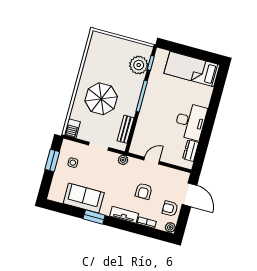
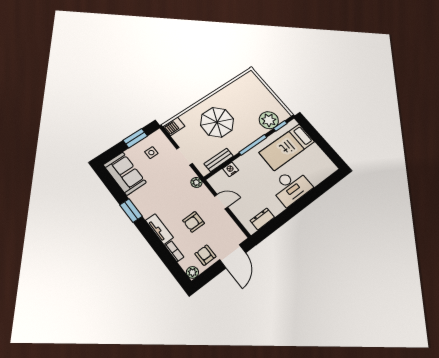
bed: (192, 69) -> (287, 147), moved, turned -90
desk: (190, 121) -> (291, 187), moved
nightstand: (140, 130) -> (231, 169), added
sofa: (84, 198) -> (125, 174), moved

